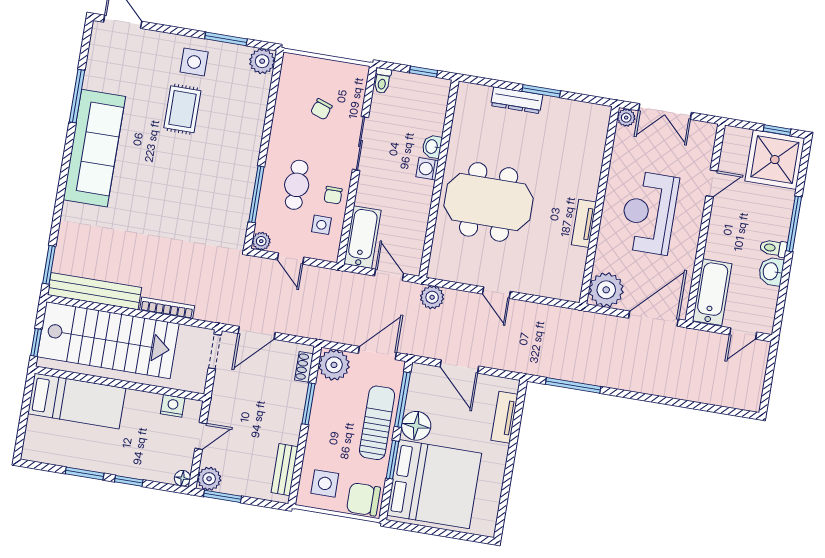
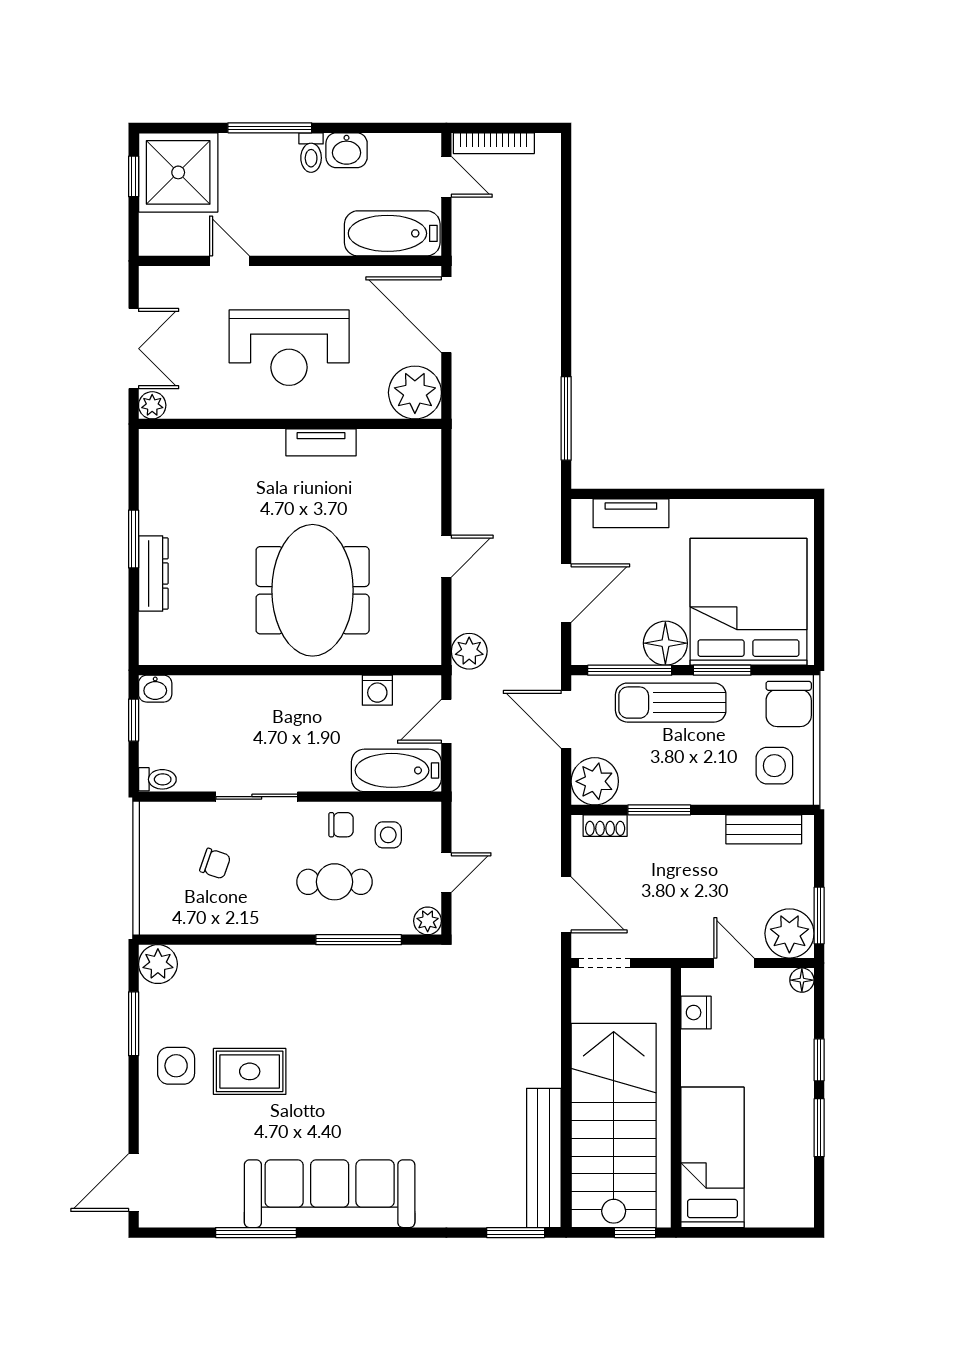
washbasin: (432, 147) -> (155, 689), moved
washing machine: (427, 169) -> (377, 690), moved
bookcase: (167, 308) -> (494, 143), moved, turned -90
plant: (209, 479) -> (789, 933), width x1.36, depth x1.36

